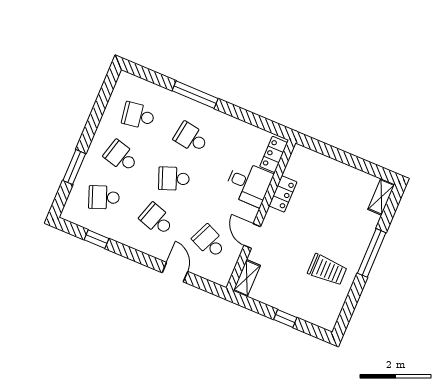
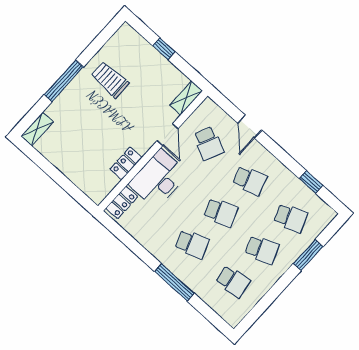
school desk: (191, 138) -> (192, 244), turned -30
school desk: (121, 156) -> (262, 250), turned -36
desk: (249, 184) -> (158, 179), width x1.37
school desk: (157, 220) -> (250, 181), turned -36

